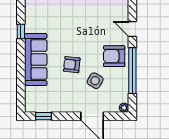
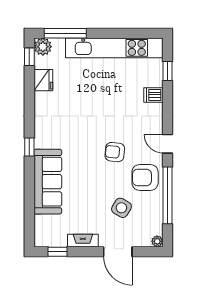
armchair: (72, 65) -> (115, 152), moved
fireplace: (64, 107) -> (83, 241), added

